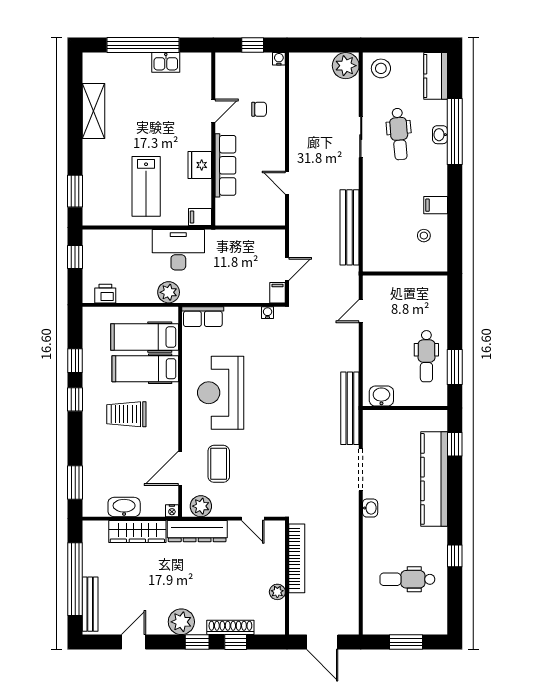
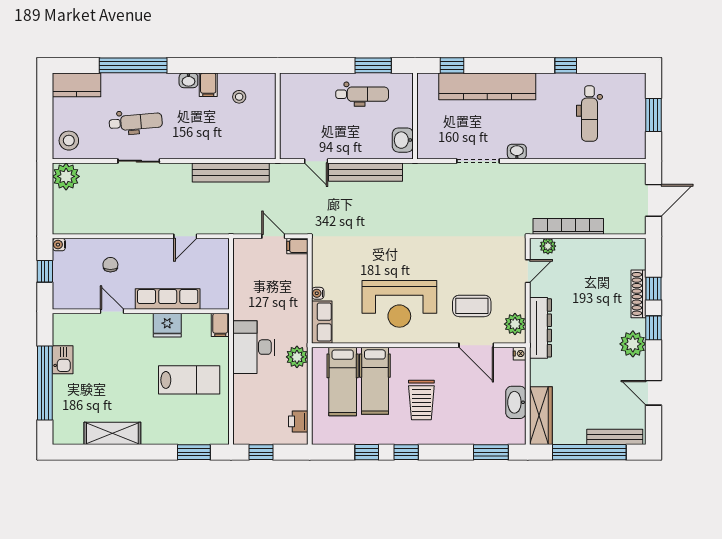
washbasin: (440, 135) -> (188, 80), moved
water cooler: (268, 313) -> (318, 293), moved
bench: (350, 408) -> (366, 172), moved
wardrobe: (137, 531) -> (541, 416), moved
plant: (277, 592) -> (548, 246), moved

